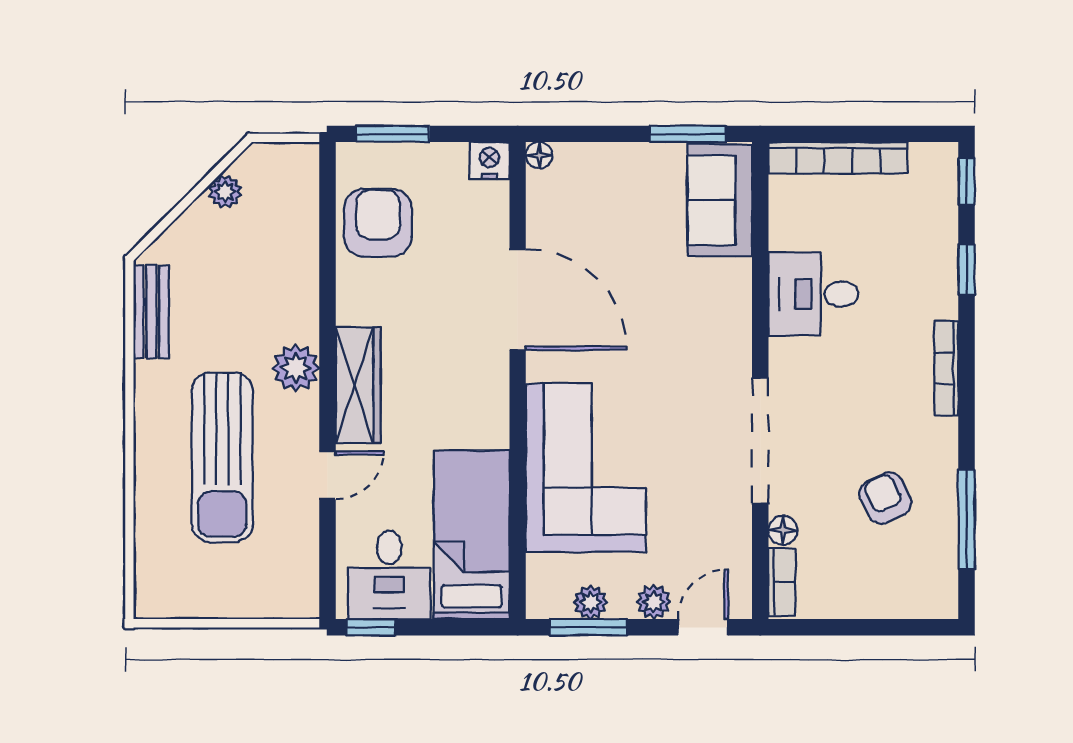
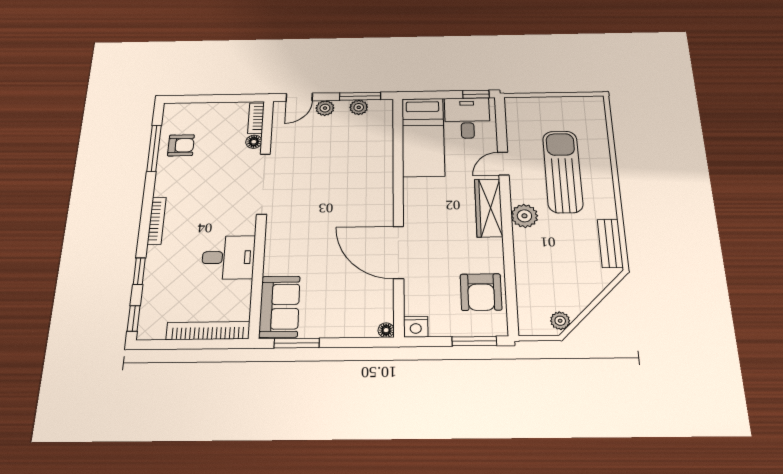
plant: (225, 192) -> (560, 321), moved
corner sofa: (586, 468) -> (360, 169), removed
armchair: (885, 498) -> (181, 145), moved, turned -63

